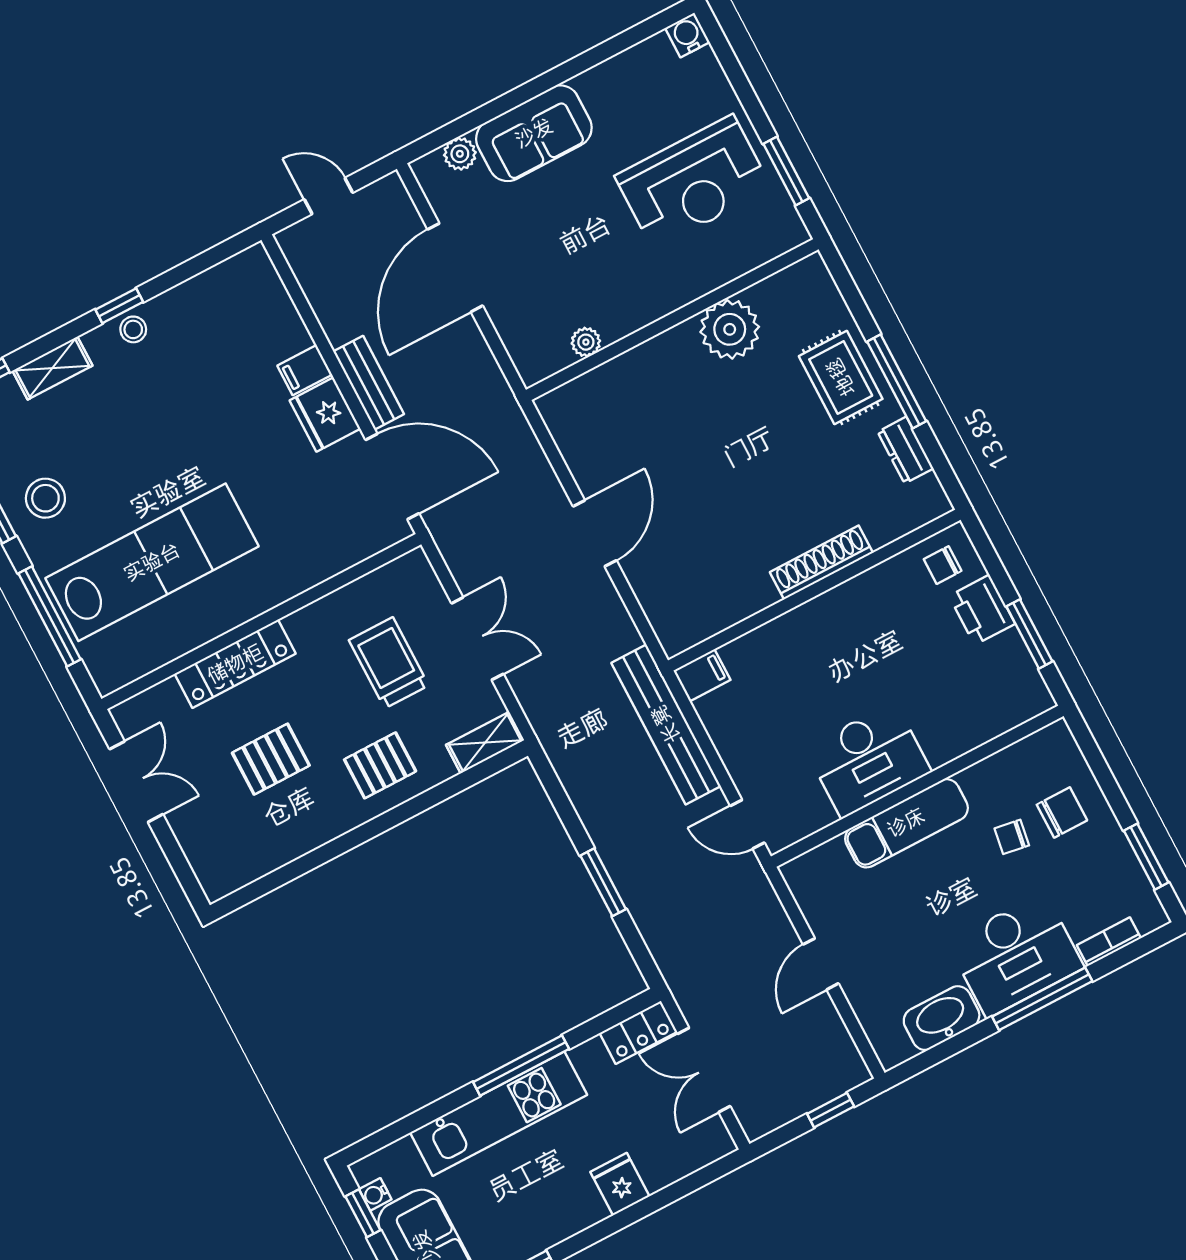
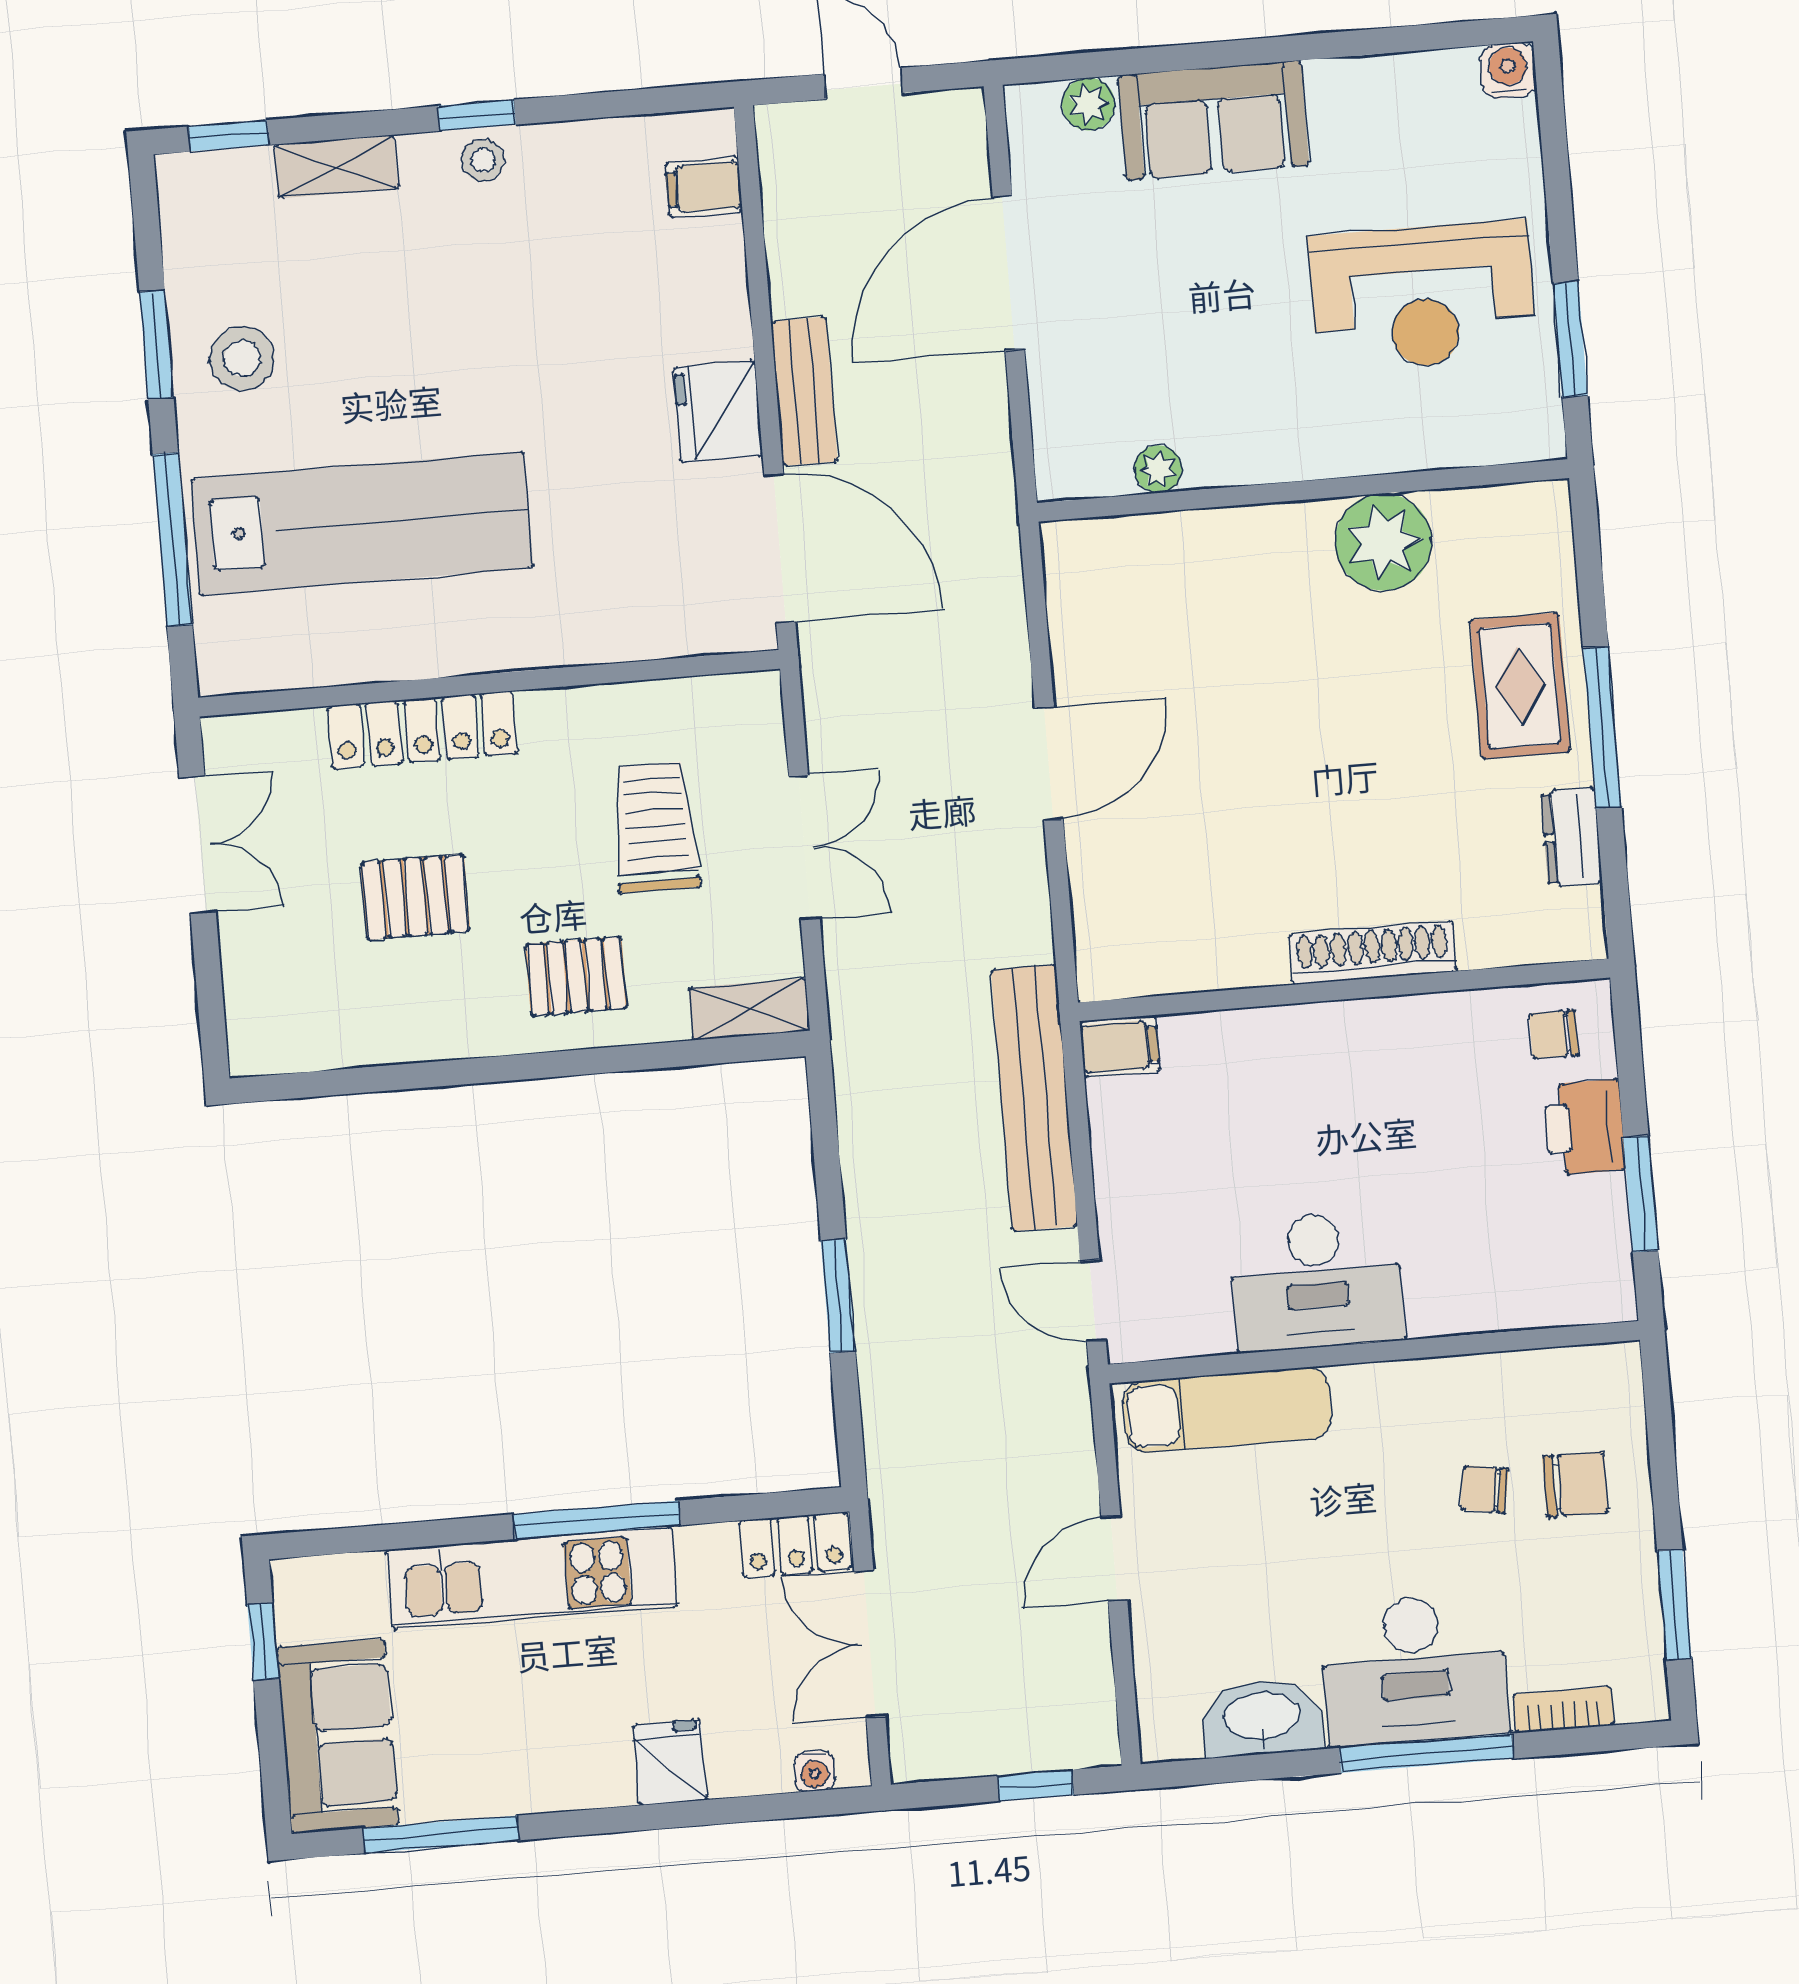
filing cabinet: (305, 370) -> (704, 187), moved
exam couch: (906, 823) -> (1227, 1410), moved
water cooler: (375, 1194) -> (815, 1771), moved, turned -90

